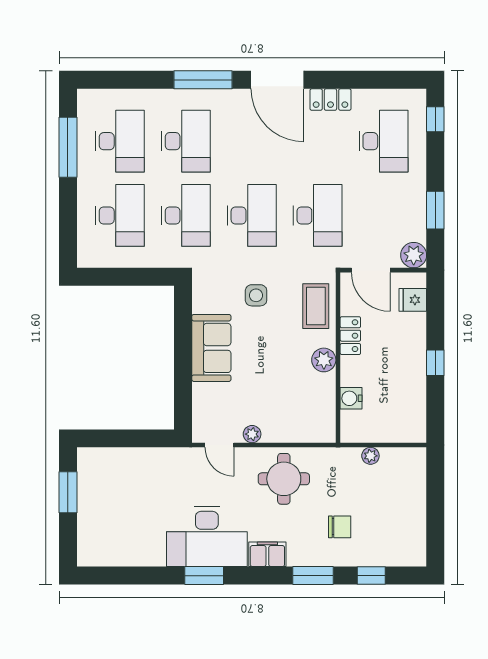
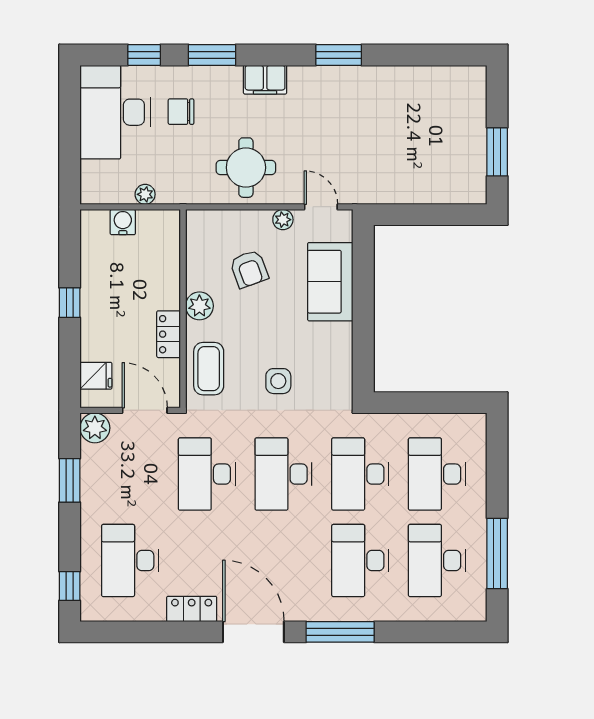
sofa: (211, 348) -> (330, 282), moved
armchair: (281, 392) -> (249, 269), added
water cooler: (351, 398) -> (123, 222), moved, turned -90
desk: (207, 537) -> (115, 112), moved, turned -90

